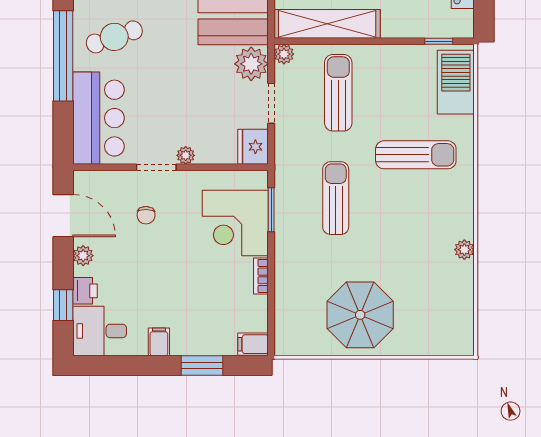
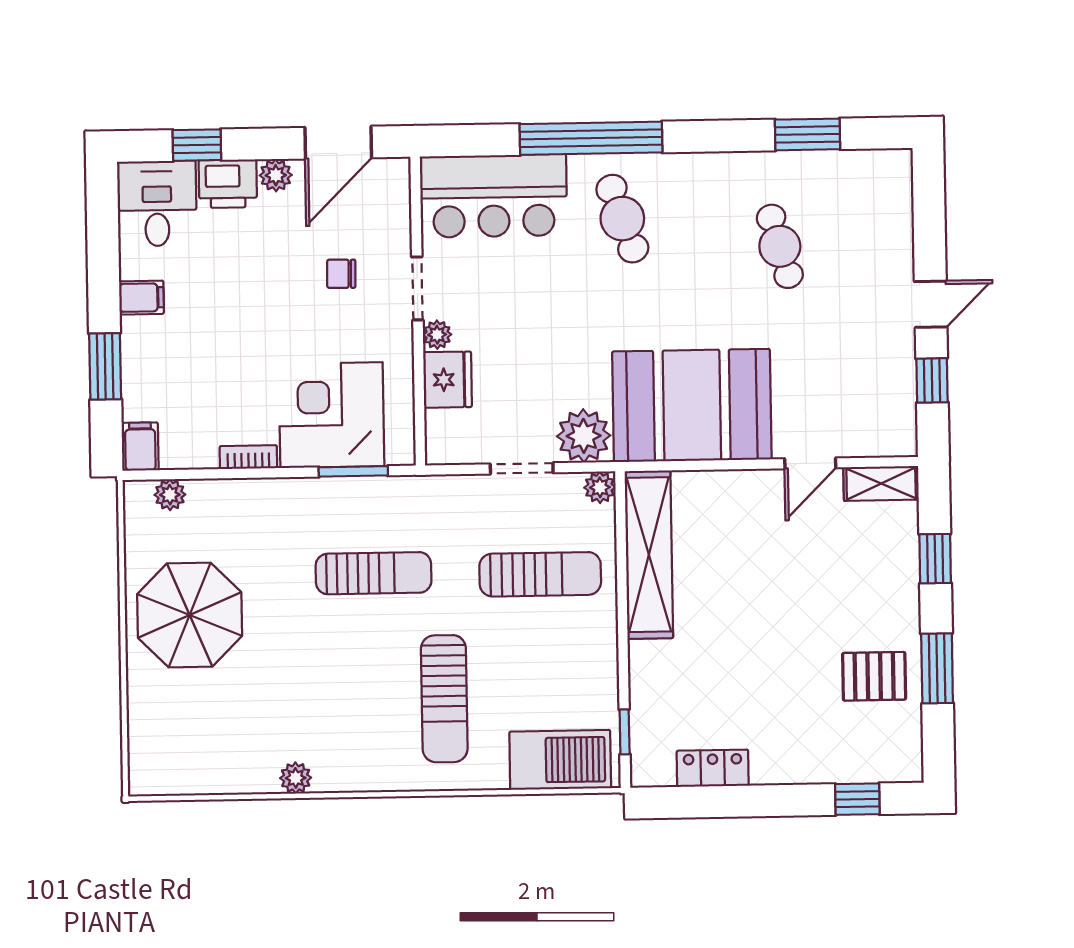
fridge: (253, 147) -> (448, 380), moved, turned 90
printer: (85, 291) -> (228, 184), width x1.36, depth x1.24
plant: (284, 326) -> (170, 495), added

